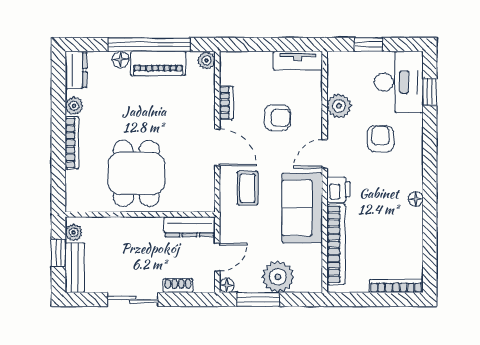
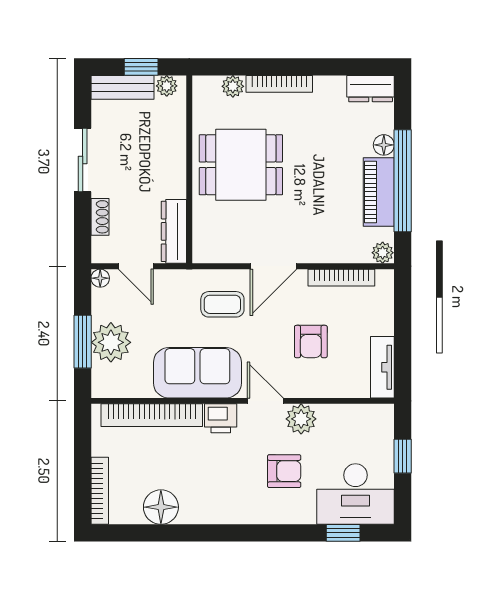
bookcase: (226, 103) -> (341, 278), width x1.56
plant: (74, 106) -> (233, 86), moved
plant: (339, 106) -> (301, 419), moved
floor lamp: (416, 199) -> (161, 507), moved, width x1.89, depth x1.89
window: (258, 299) -> (83, 342), moved

